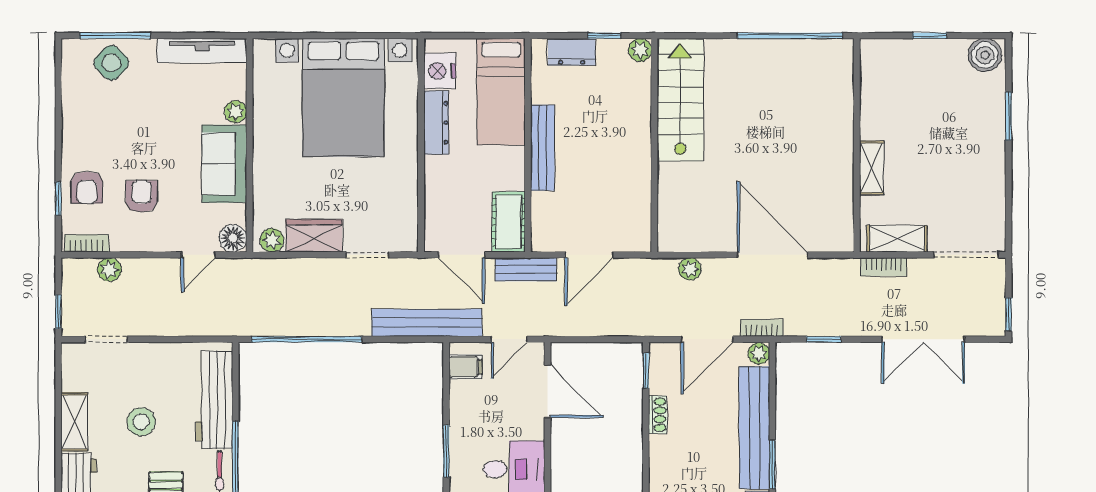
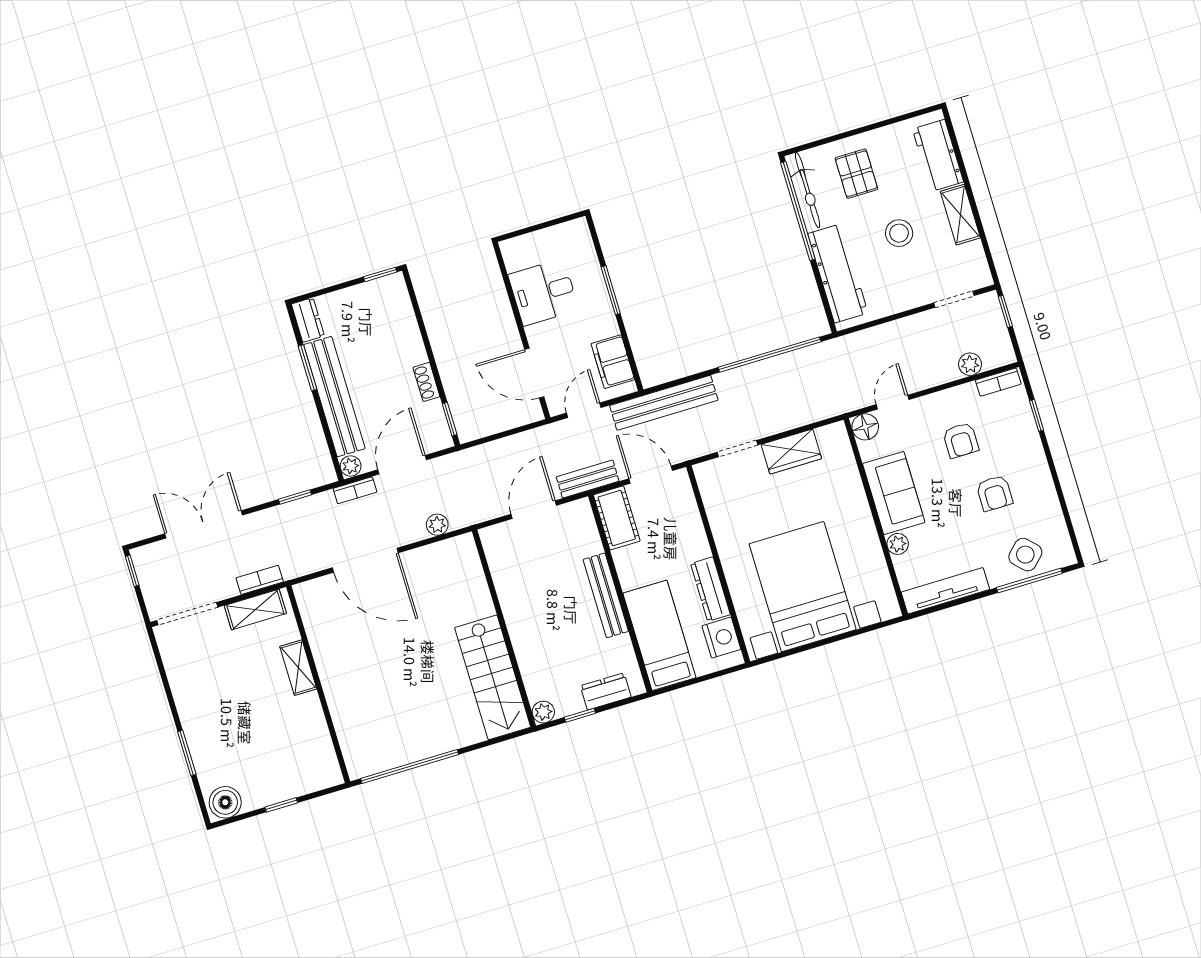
armchair: (87, 187) -> (994, 493), moved, turned 180
plant: (272, 240) -> (829, 436), removed
filing cabinet: (466, 367) -> (613, 362), width x2.00

